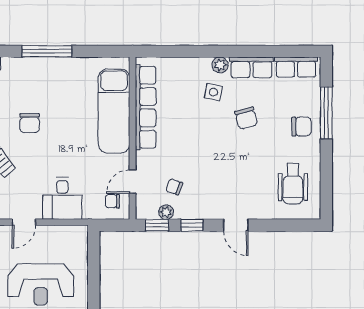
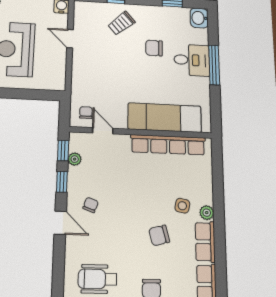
chair: (174, 187) -> (91, 205), moved
desk: (62, 198) -> (192, 60), moved, turned 180
door: (236, 225) -> (60, 223), swing flipped

